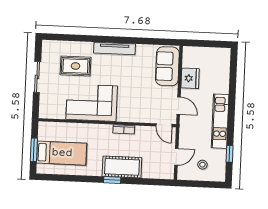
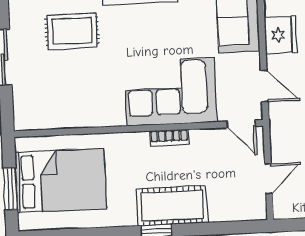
corner sofa: (92, 103) -> (171, 92), moved
bed: (62, 153) -> (61, 181), width x1.50

